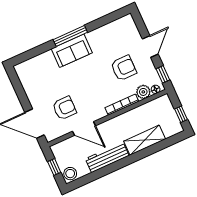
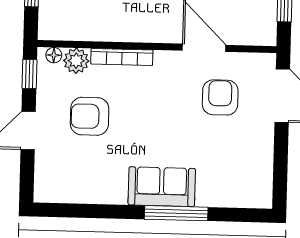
window: (70, 36) -> (176, 213), moved
armchair: (64, 108) -> (220, 97), turned 90

